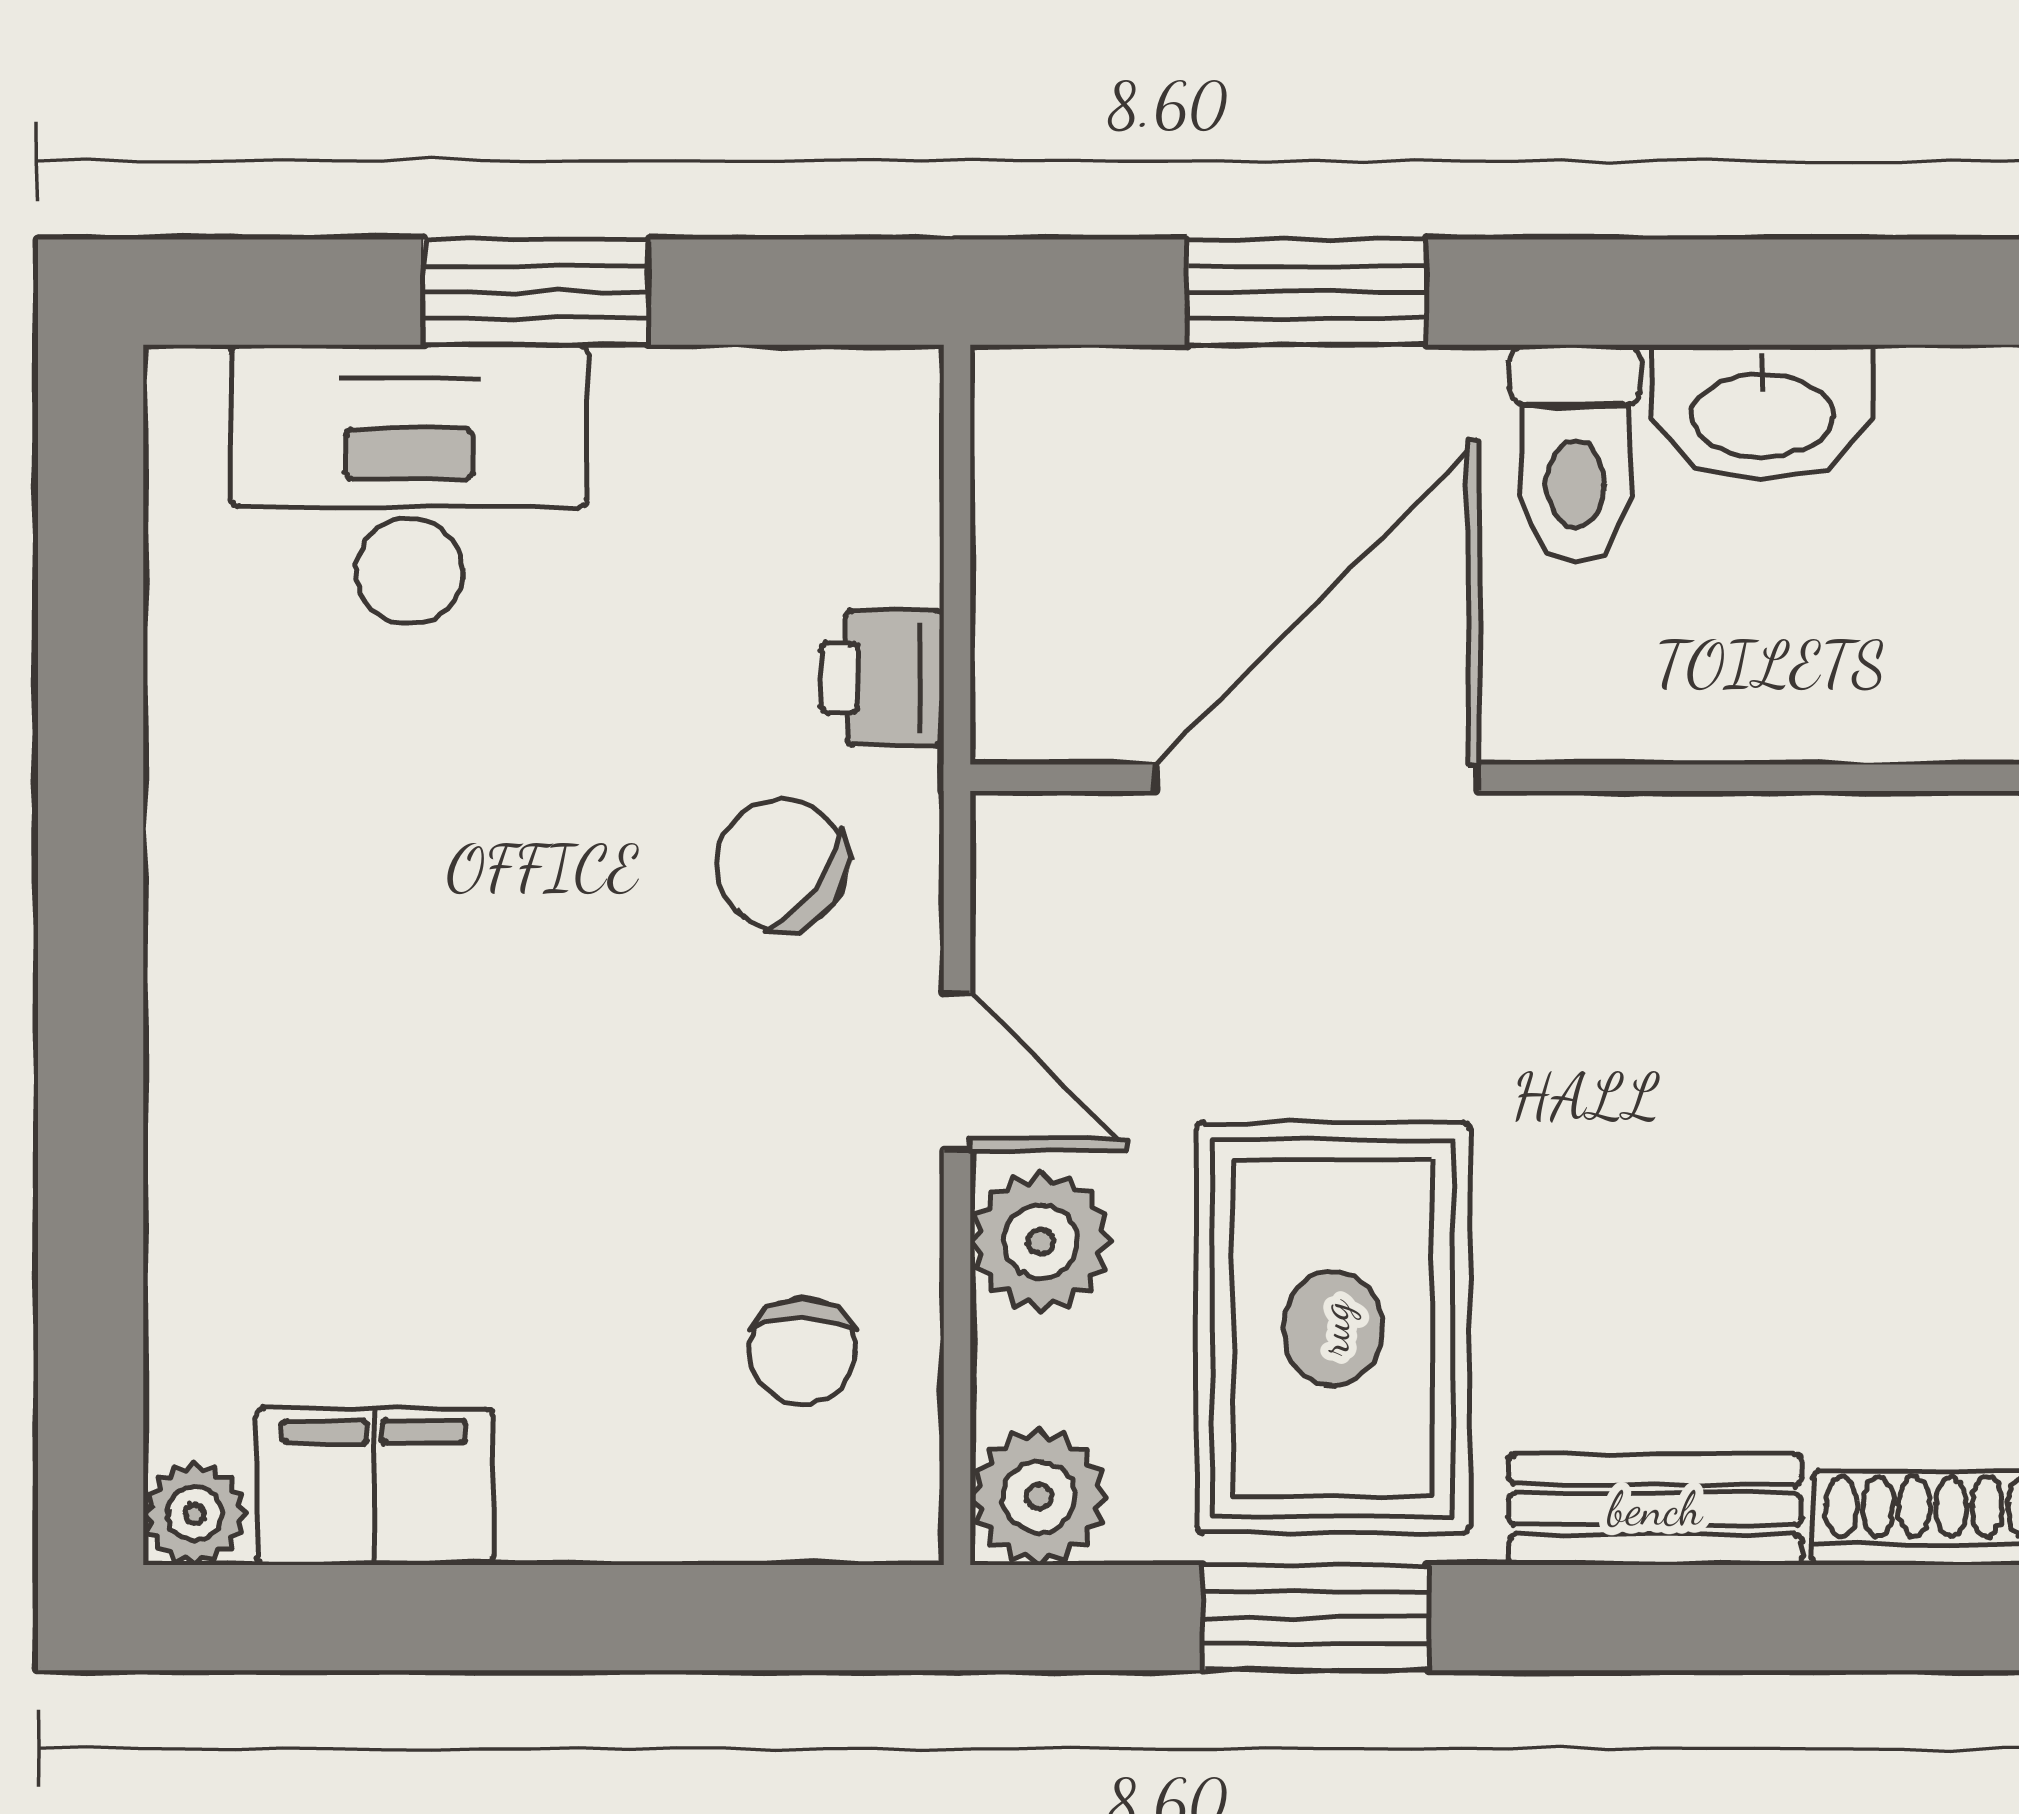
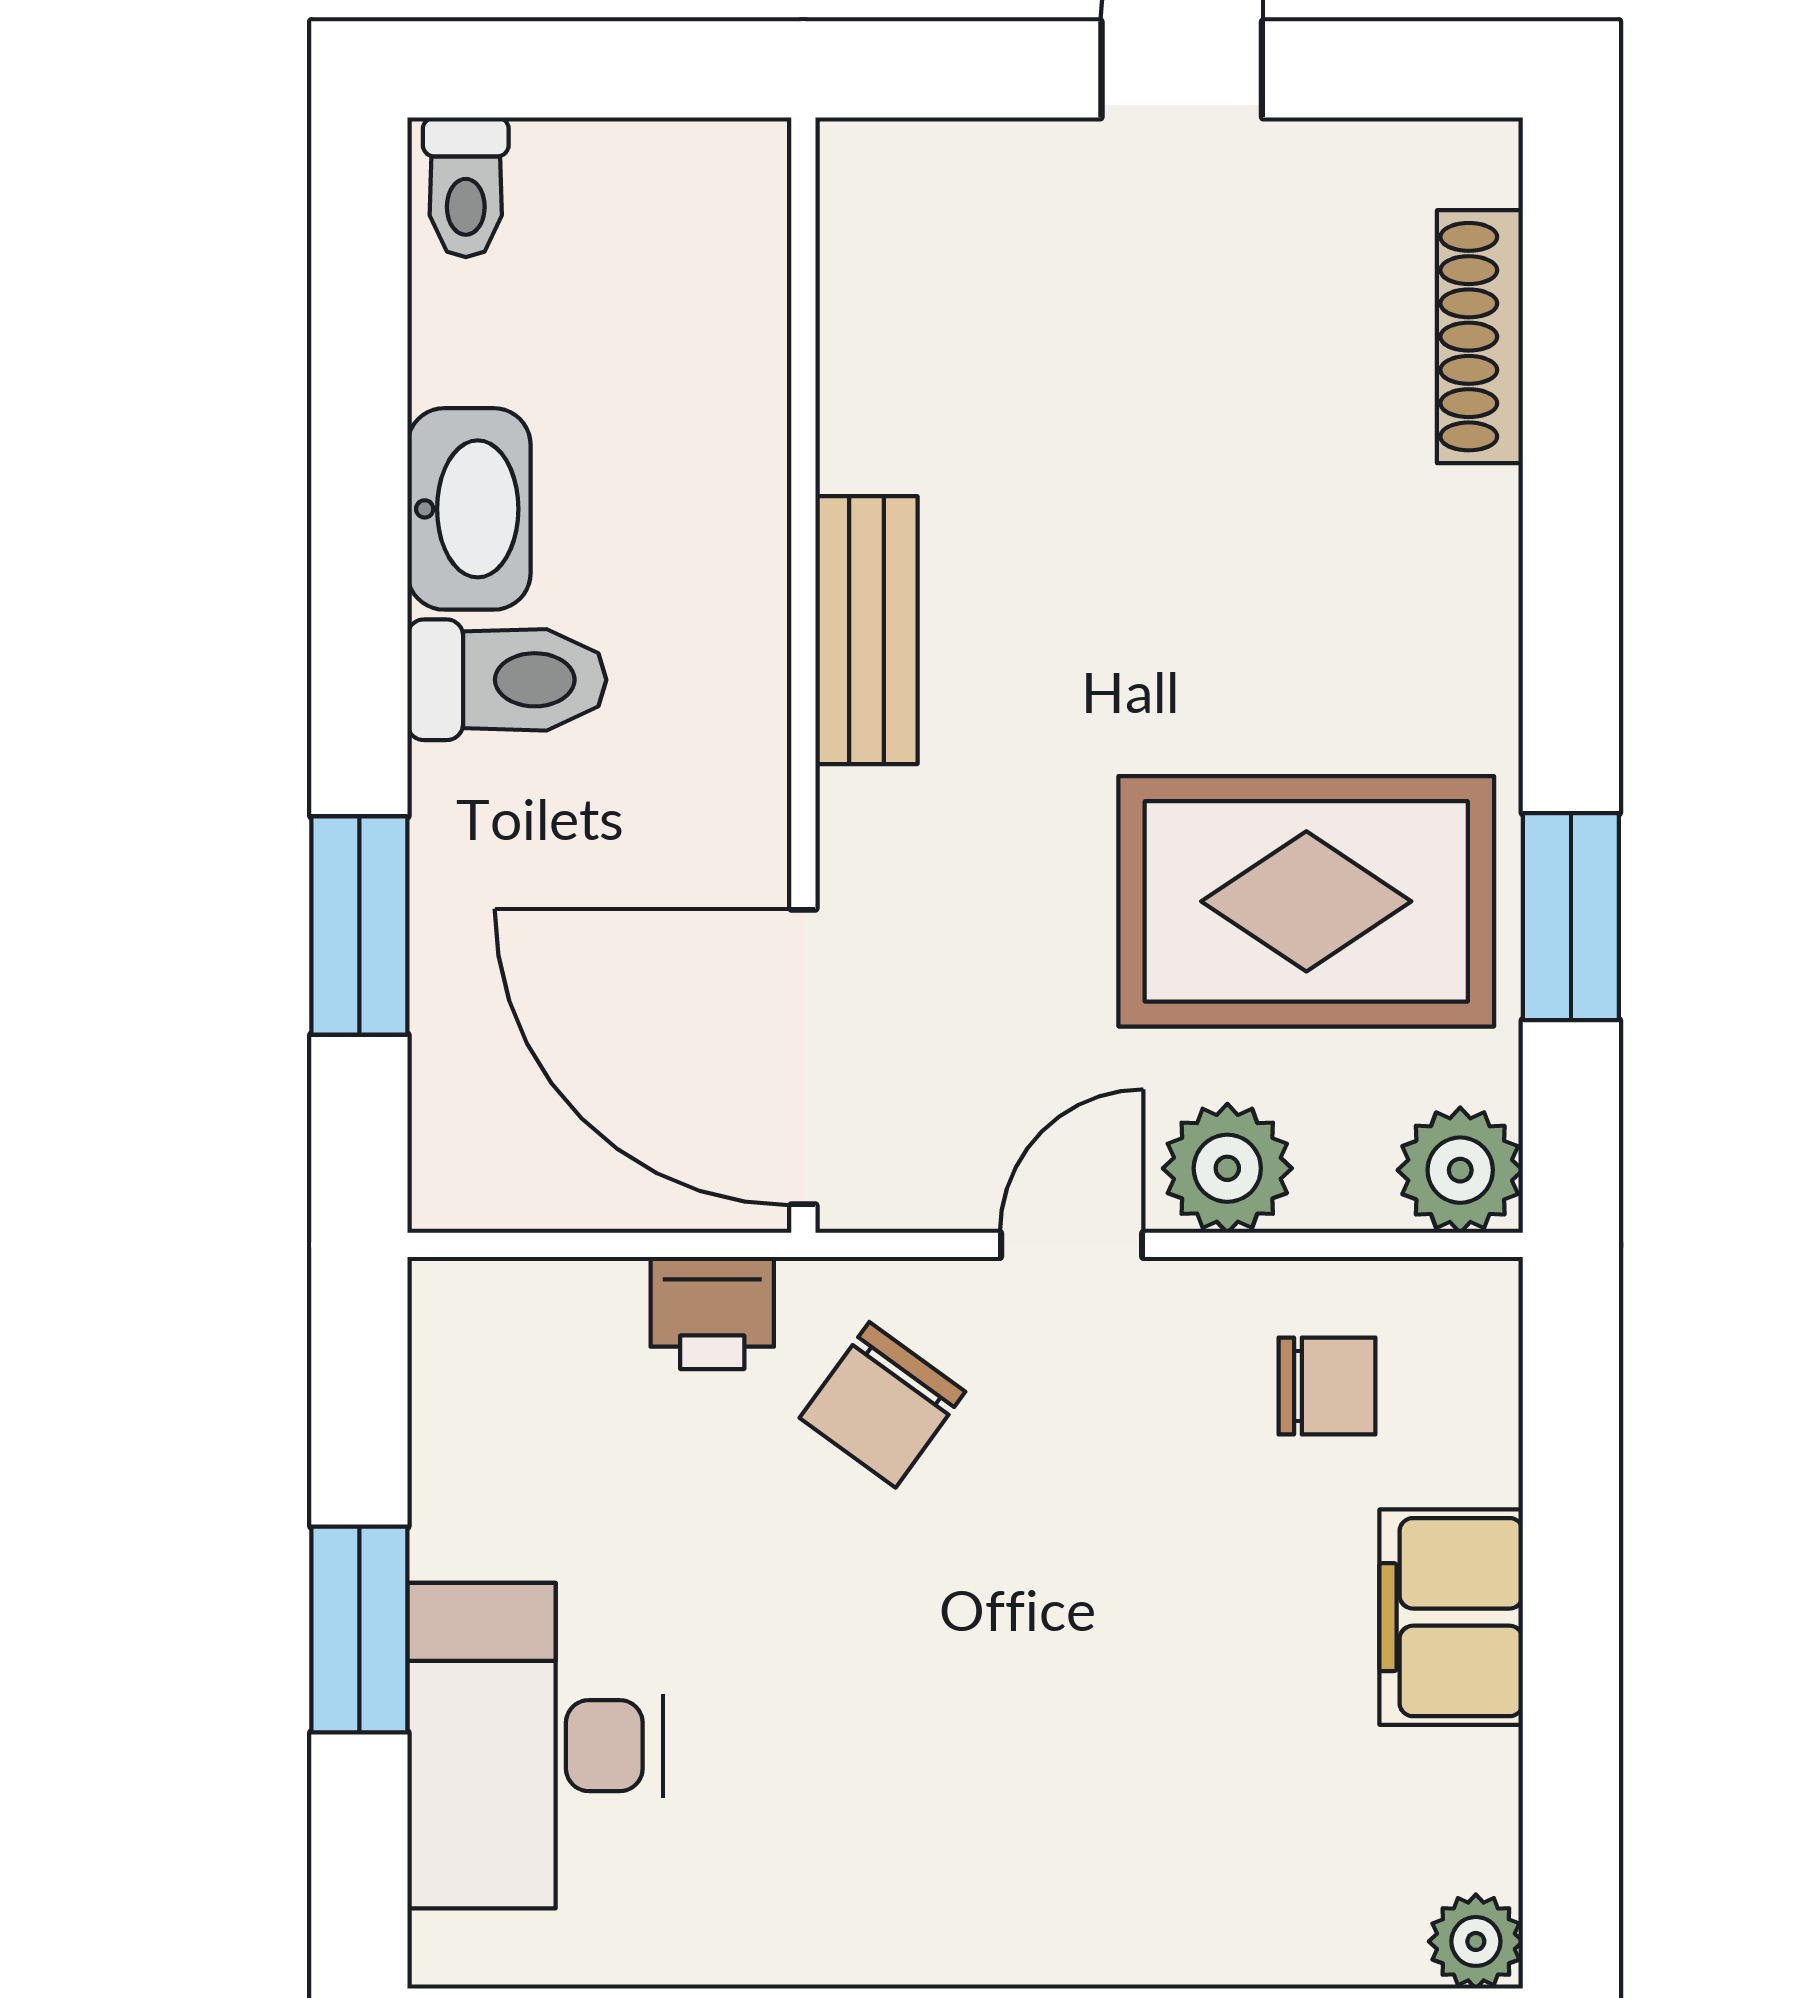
door: (1317, 778) -> (803, 1057), moved
filing cabinet: (375, 1487) -> (1451, 1617), moved
bench: (1655, 1509) -> (866, 630), moved

